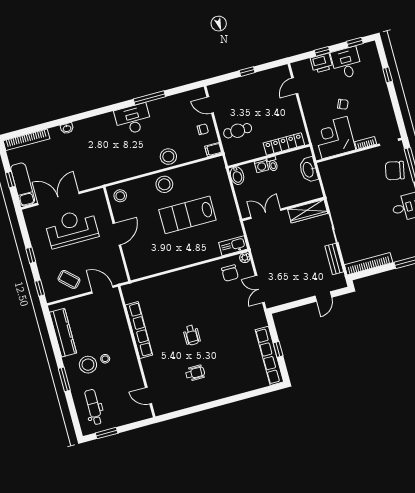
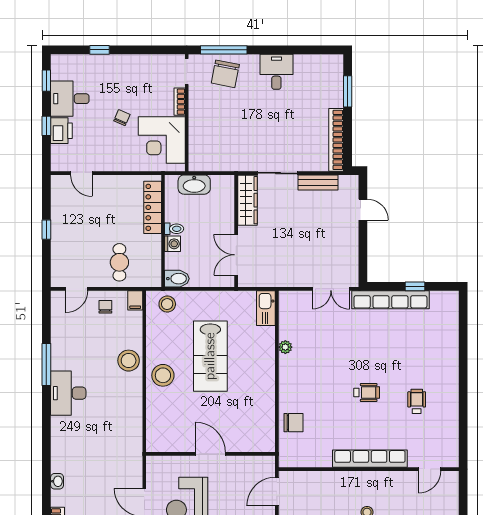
stool: (120, 196) -> (167, 304), moved
plant: (245, 258) -> (285, 347), moved
chair: (230, 273) -> (293, 423), moved
row of seats: (139, 330) -> (370, 459), moved
row of seats: (269, 356) -> (390, 300), moved

